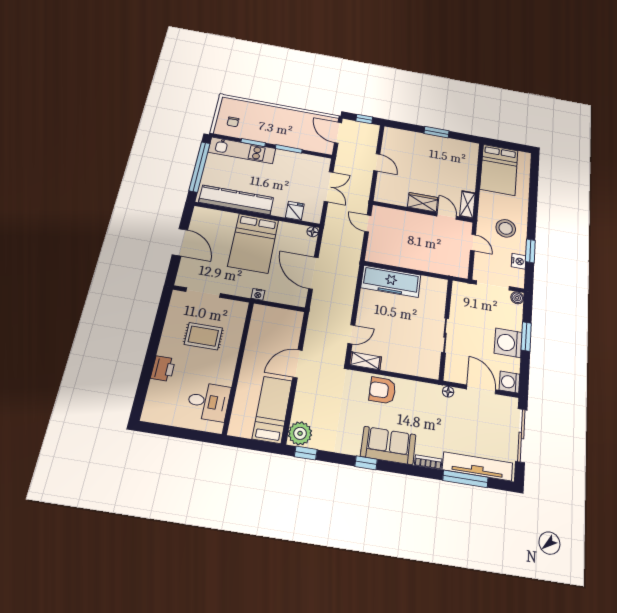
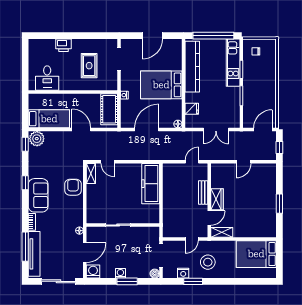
bench: (411, 217) -> (203, 192), added
cot: (275, 319) -> (109, 109), added
washing machine: (508, 343) -> (120, 273), width x0.53, depth x0.53

